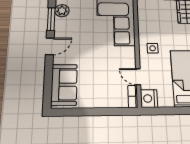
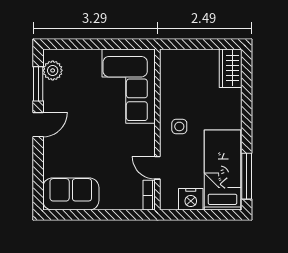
sofa: (64, 85) -> (71, 194), moved, turned -90
nightstand: (149, 98) -> (191, 199), moved, turned -90

